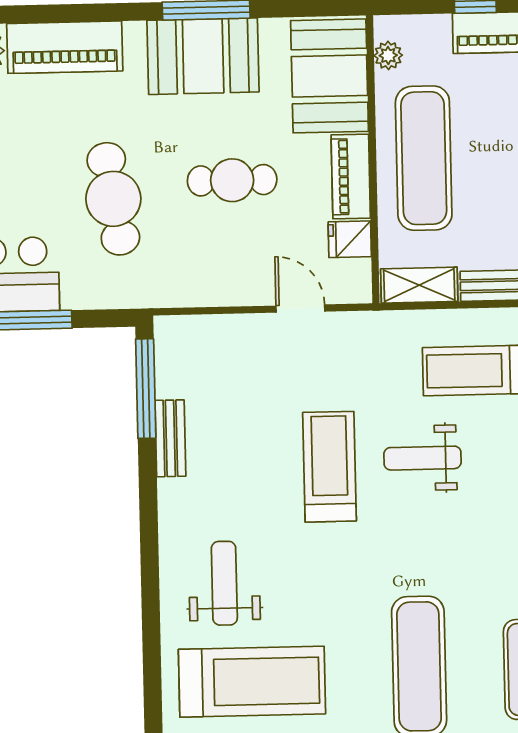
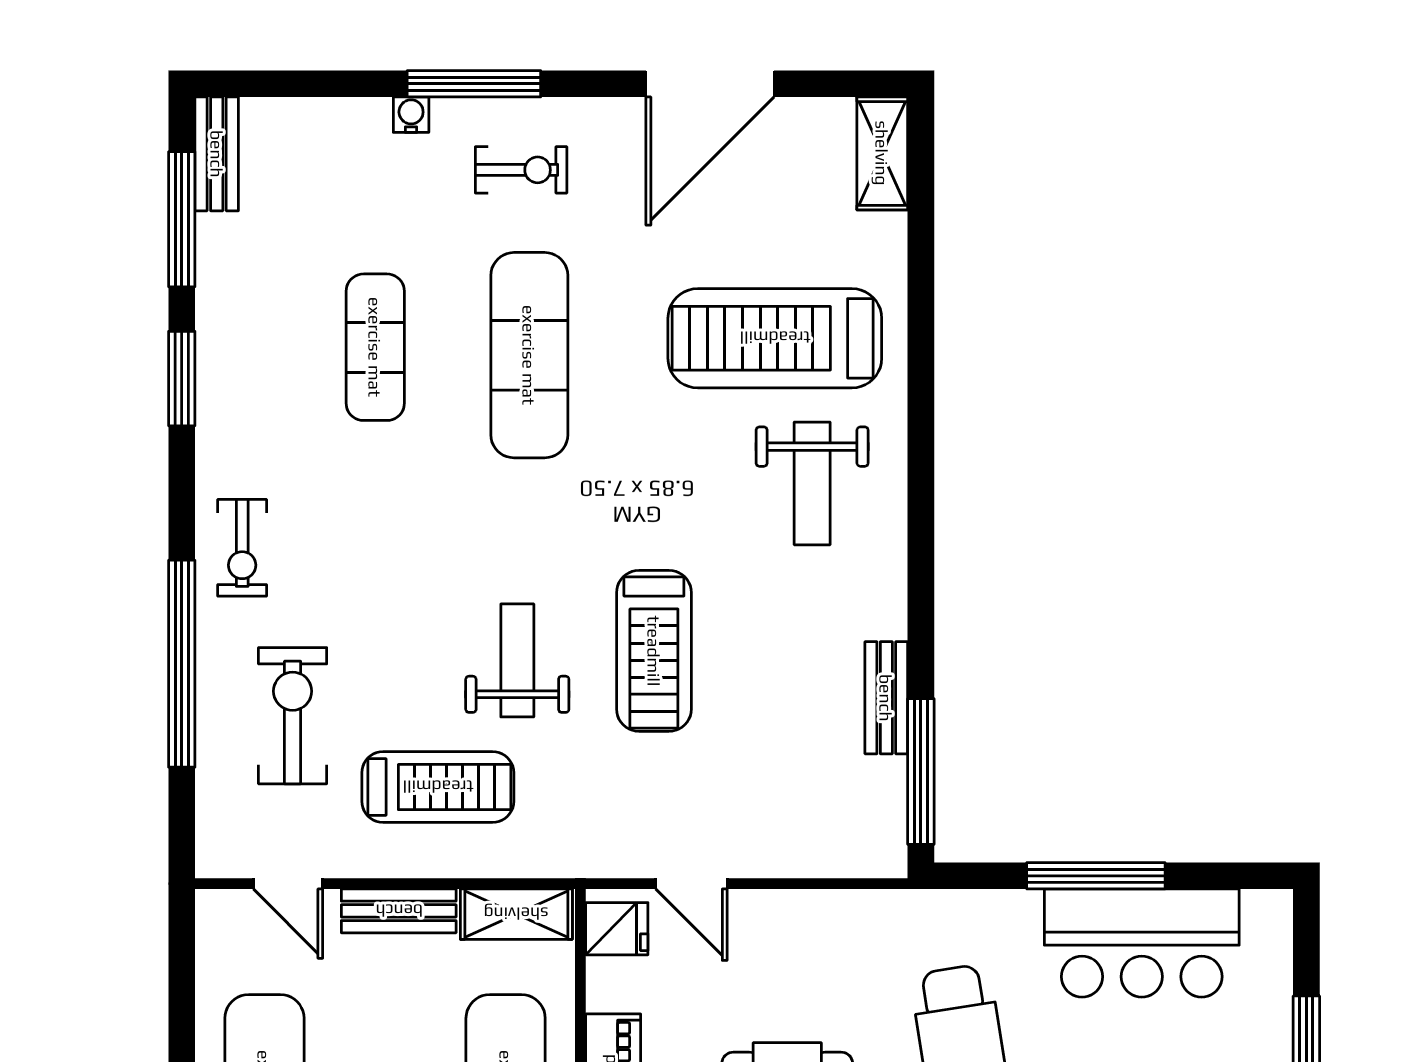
fridge: (350, 239) -> (617, 929), moved
weight bench: (423, 458) -> (517, 660), turned -90

